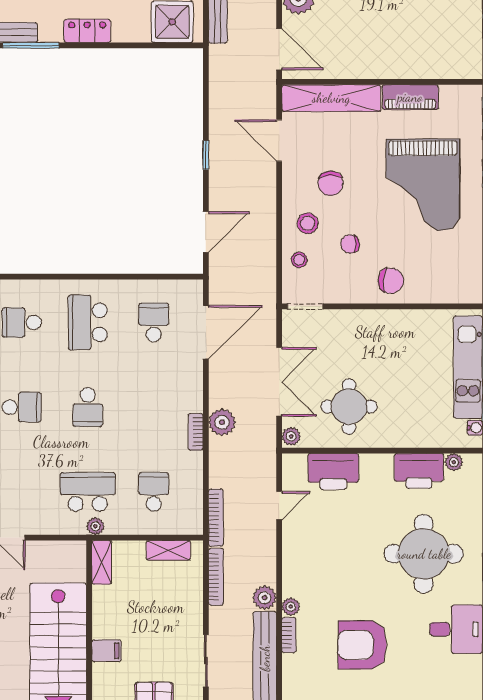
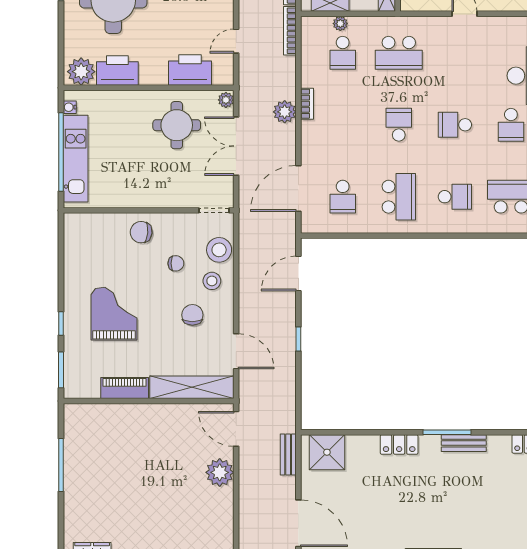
grand piano: (423, 185) -> (114, 314), width x0.73, depth x0.68
stool: (299, 260) -> (219, 250), width x1.89, depth x1.89
plant: (454, 462) -> (81, 72), width x1.87, depth x1.87
plant: (95, 526) -> (340, 24), moved

